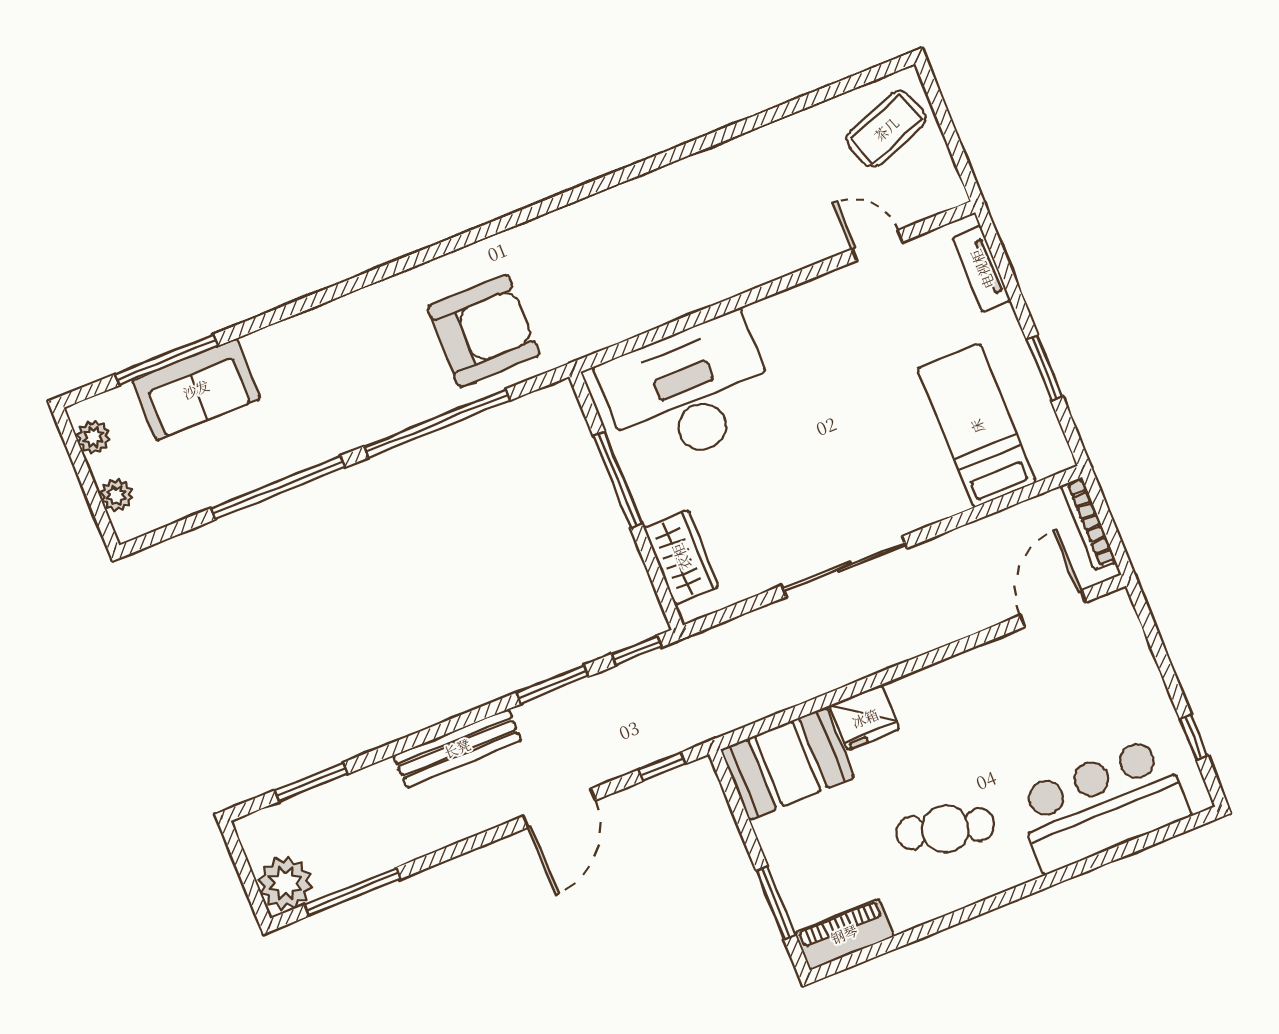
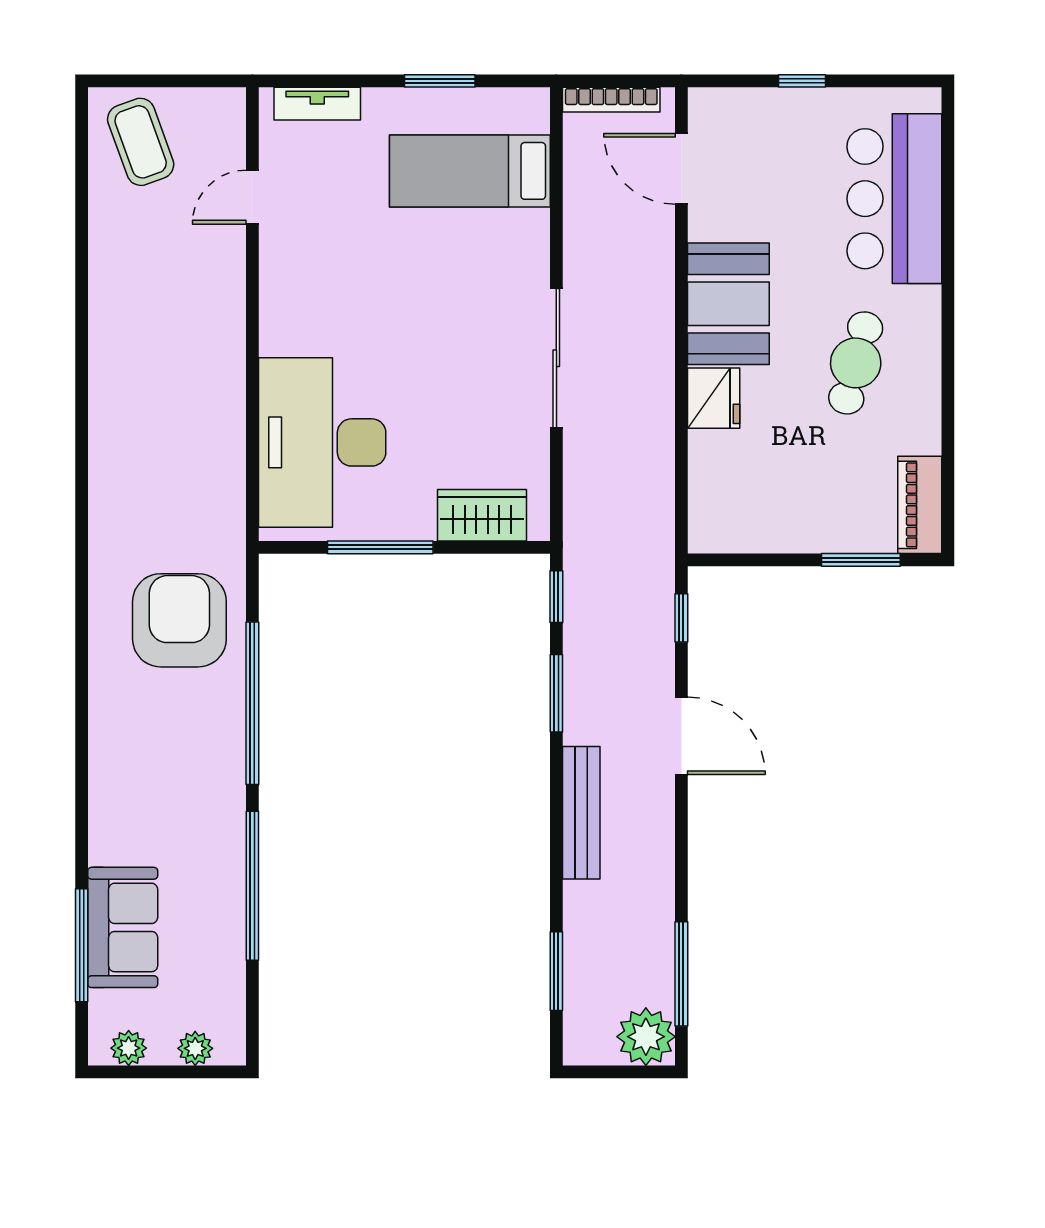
window: (1194, 737) -> (802, 81), moved
booth: (788, 764) -> (728, 304), moved

